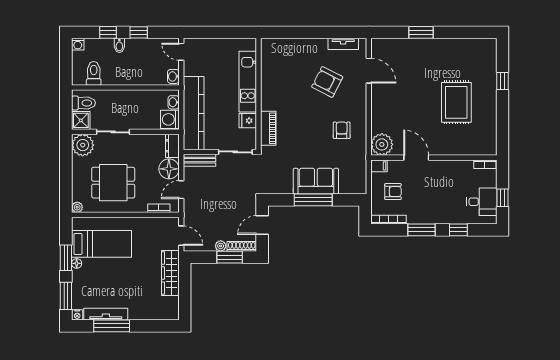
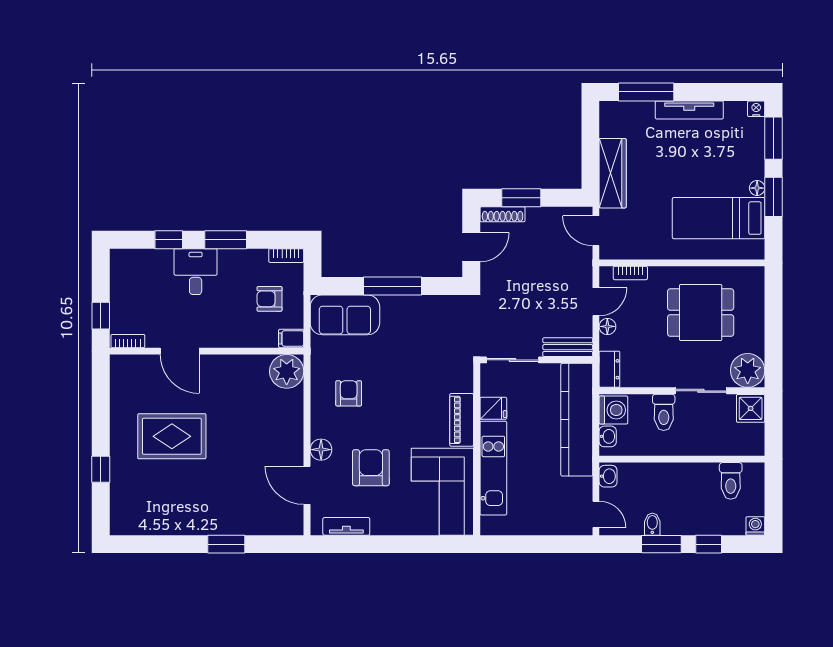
window: (139, 32) -> (661, 544), width x1.50
bidet: (119, 45) -> (652, 524), moved
corner sofa: (281, 66) -> (442, 492), added
armchair: (327, 82) -> (371, 468), turned -117
floor lamp: (360, 94) -> (321, 450), added
rug: (456, 102) -> (172, 436), turned 90
toilet: (83, 103) -> (664, 412), moved, turned -90
piano: (268, 128) -> (462, 420), moved
armchair: (342, 130) -> (349, 393), turned 180
door: (416, 158) -> (180, 351), moved
floor lamp: (169, 169) -> (607, 326), width x0.53, depth x0.53
sofa: (316, 181) -> (345, 315), moved
window: (502, 198) -> (101, 316), moved
desk: (482, 202) -> (196, 272), moved, turned 90
plant: (77, 207) -> (756, 275), removed
bookcase: (389, 220) -> (286, 256), width x0.64
plant: (221, 246) -> (535, 215), removed
tv unit: (106, 314) -> (689, 110), moved
window: (112, 326) -> (646, 92), moved

